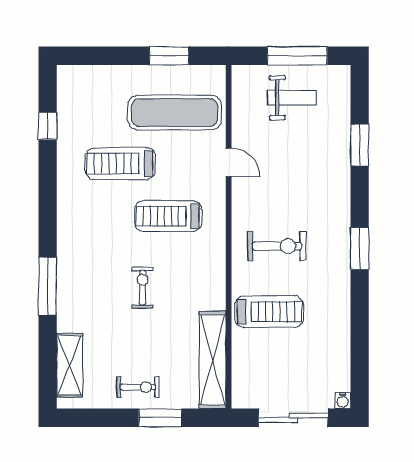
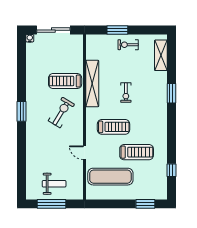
window: (169, 56) -> (145, 204), moved
weight bench: (292, 98) -> (54, 184), turned 180
window: (360, 145) -> (22, 161), removed
exercise bike: (277, 246) -> (61, 112), turned 121
window: (48, 286) -> (171, 93), width x0.69
shelving: (213, 360) -> (92, 84), moved

